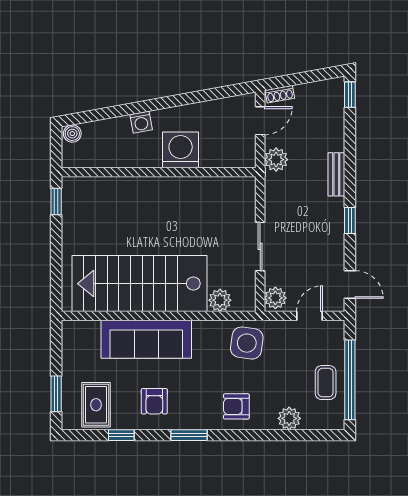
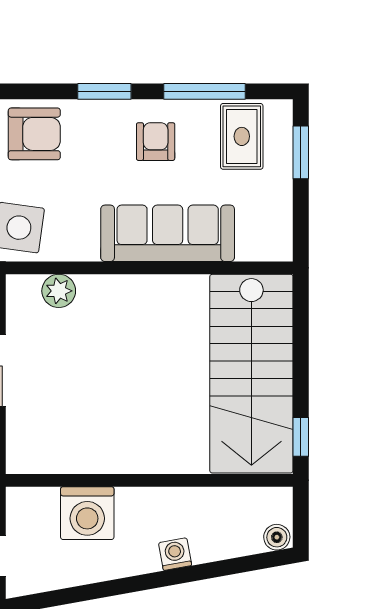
washing machine: (181, 150) -> (87, 513), moved
stairs: (139, 284) -> (251, 374), moved, turned 90
armchair: (236, 406) -> (34, 134), width x1.38, depth x1.38
window: (121, 435) -> (204, 91), width x2.17

